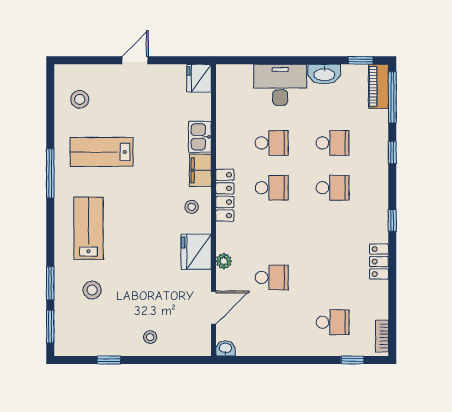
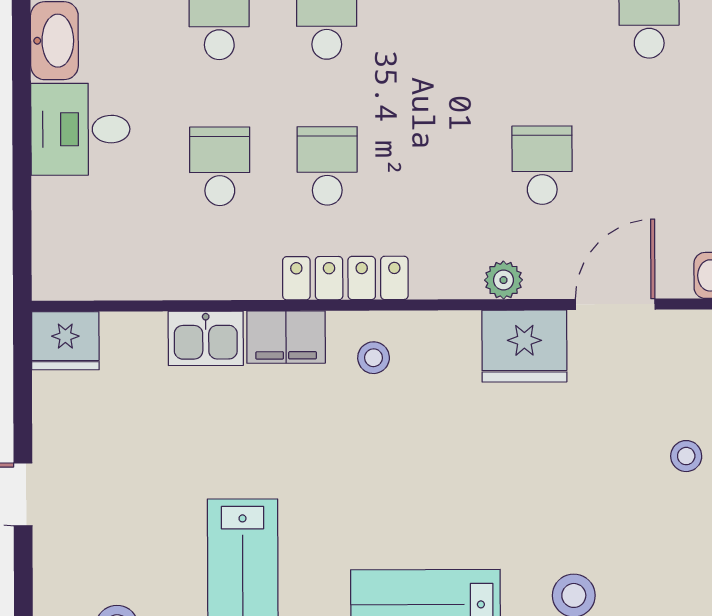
desk: (280, 85) -> (80, 129), width x0.73
fridge: (196, 252) -> (524, 346), moved
door: (214, 308) -> (615, 304), hinge flipped

